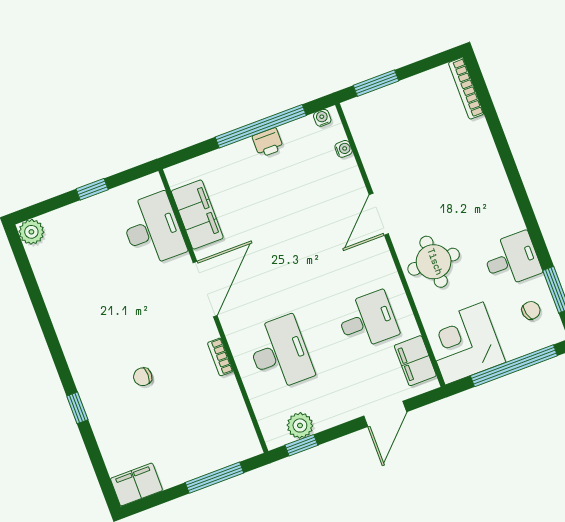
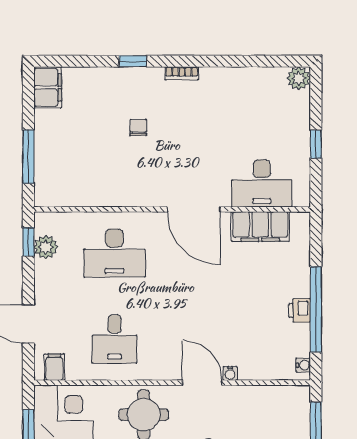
water cooler: (344, 149) -> (230, 373), moved
bookcase: (220, 357) -> (182, 73), moved, turned 180
filing cabinet: (415, 361) -> (54, 367), width x0.50

